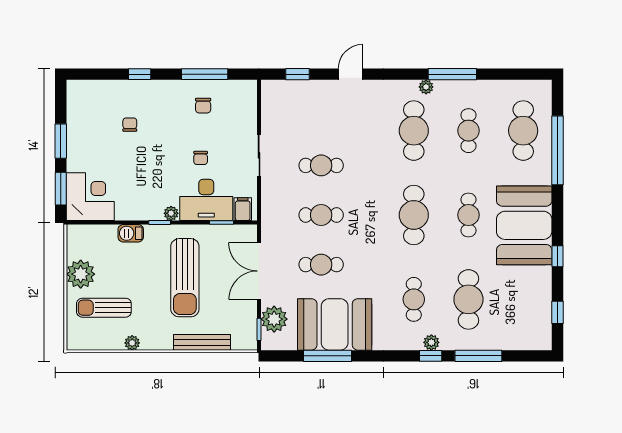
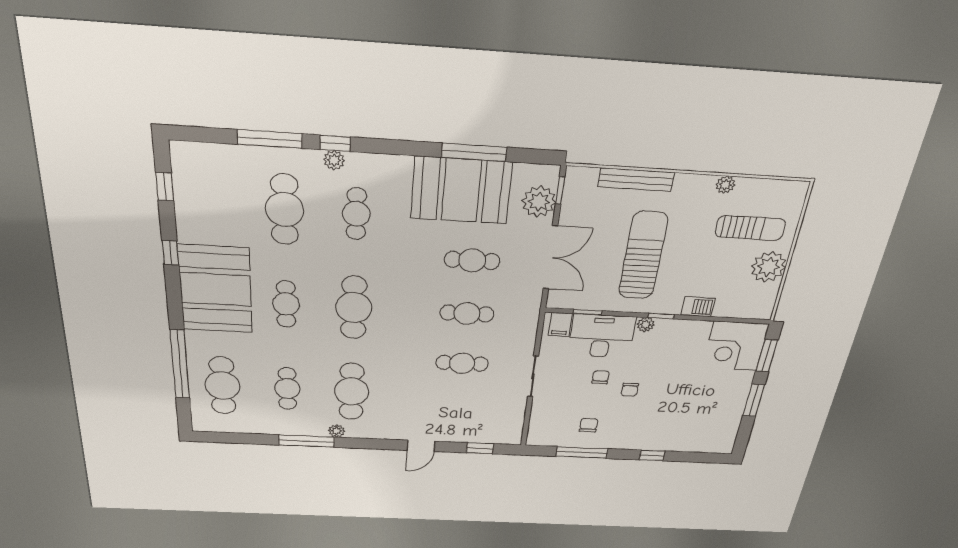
chair: (130, 125) -> (630, 390), moved

